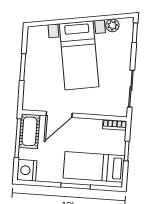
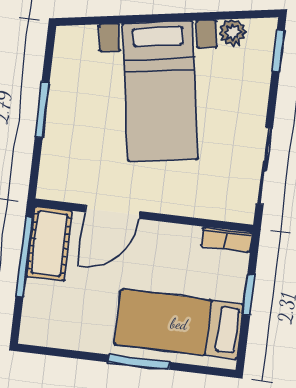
nightstand: (27, 170) -> (40, 324), removed

